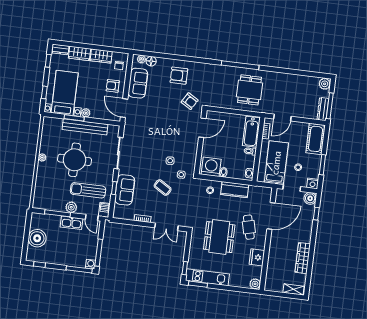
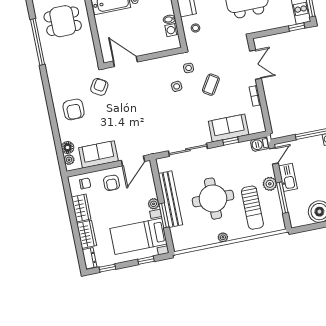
washing machine: (211, 167) -> (172, 30), width x0.53, depth x0.53
sun lounger: (88, 190) -> (252, 208), moved

